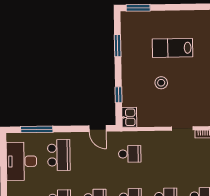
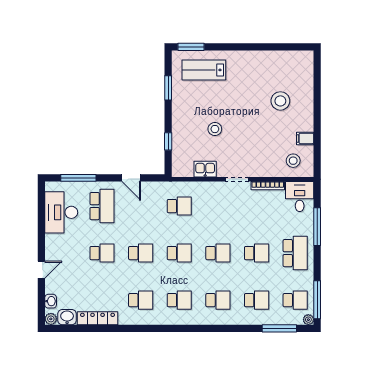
lab bench: (172, 48) -> (204, 70), moved
kitchen sink: (129, 117) -> (205, 169), moved, turned -90
door: (98, 128) -> (131, 178), moved

